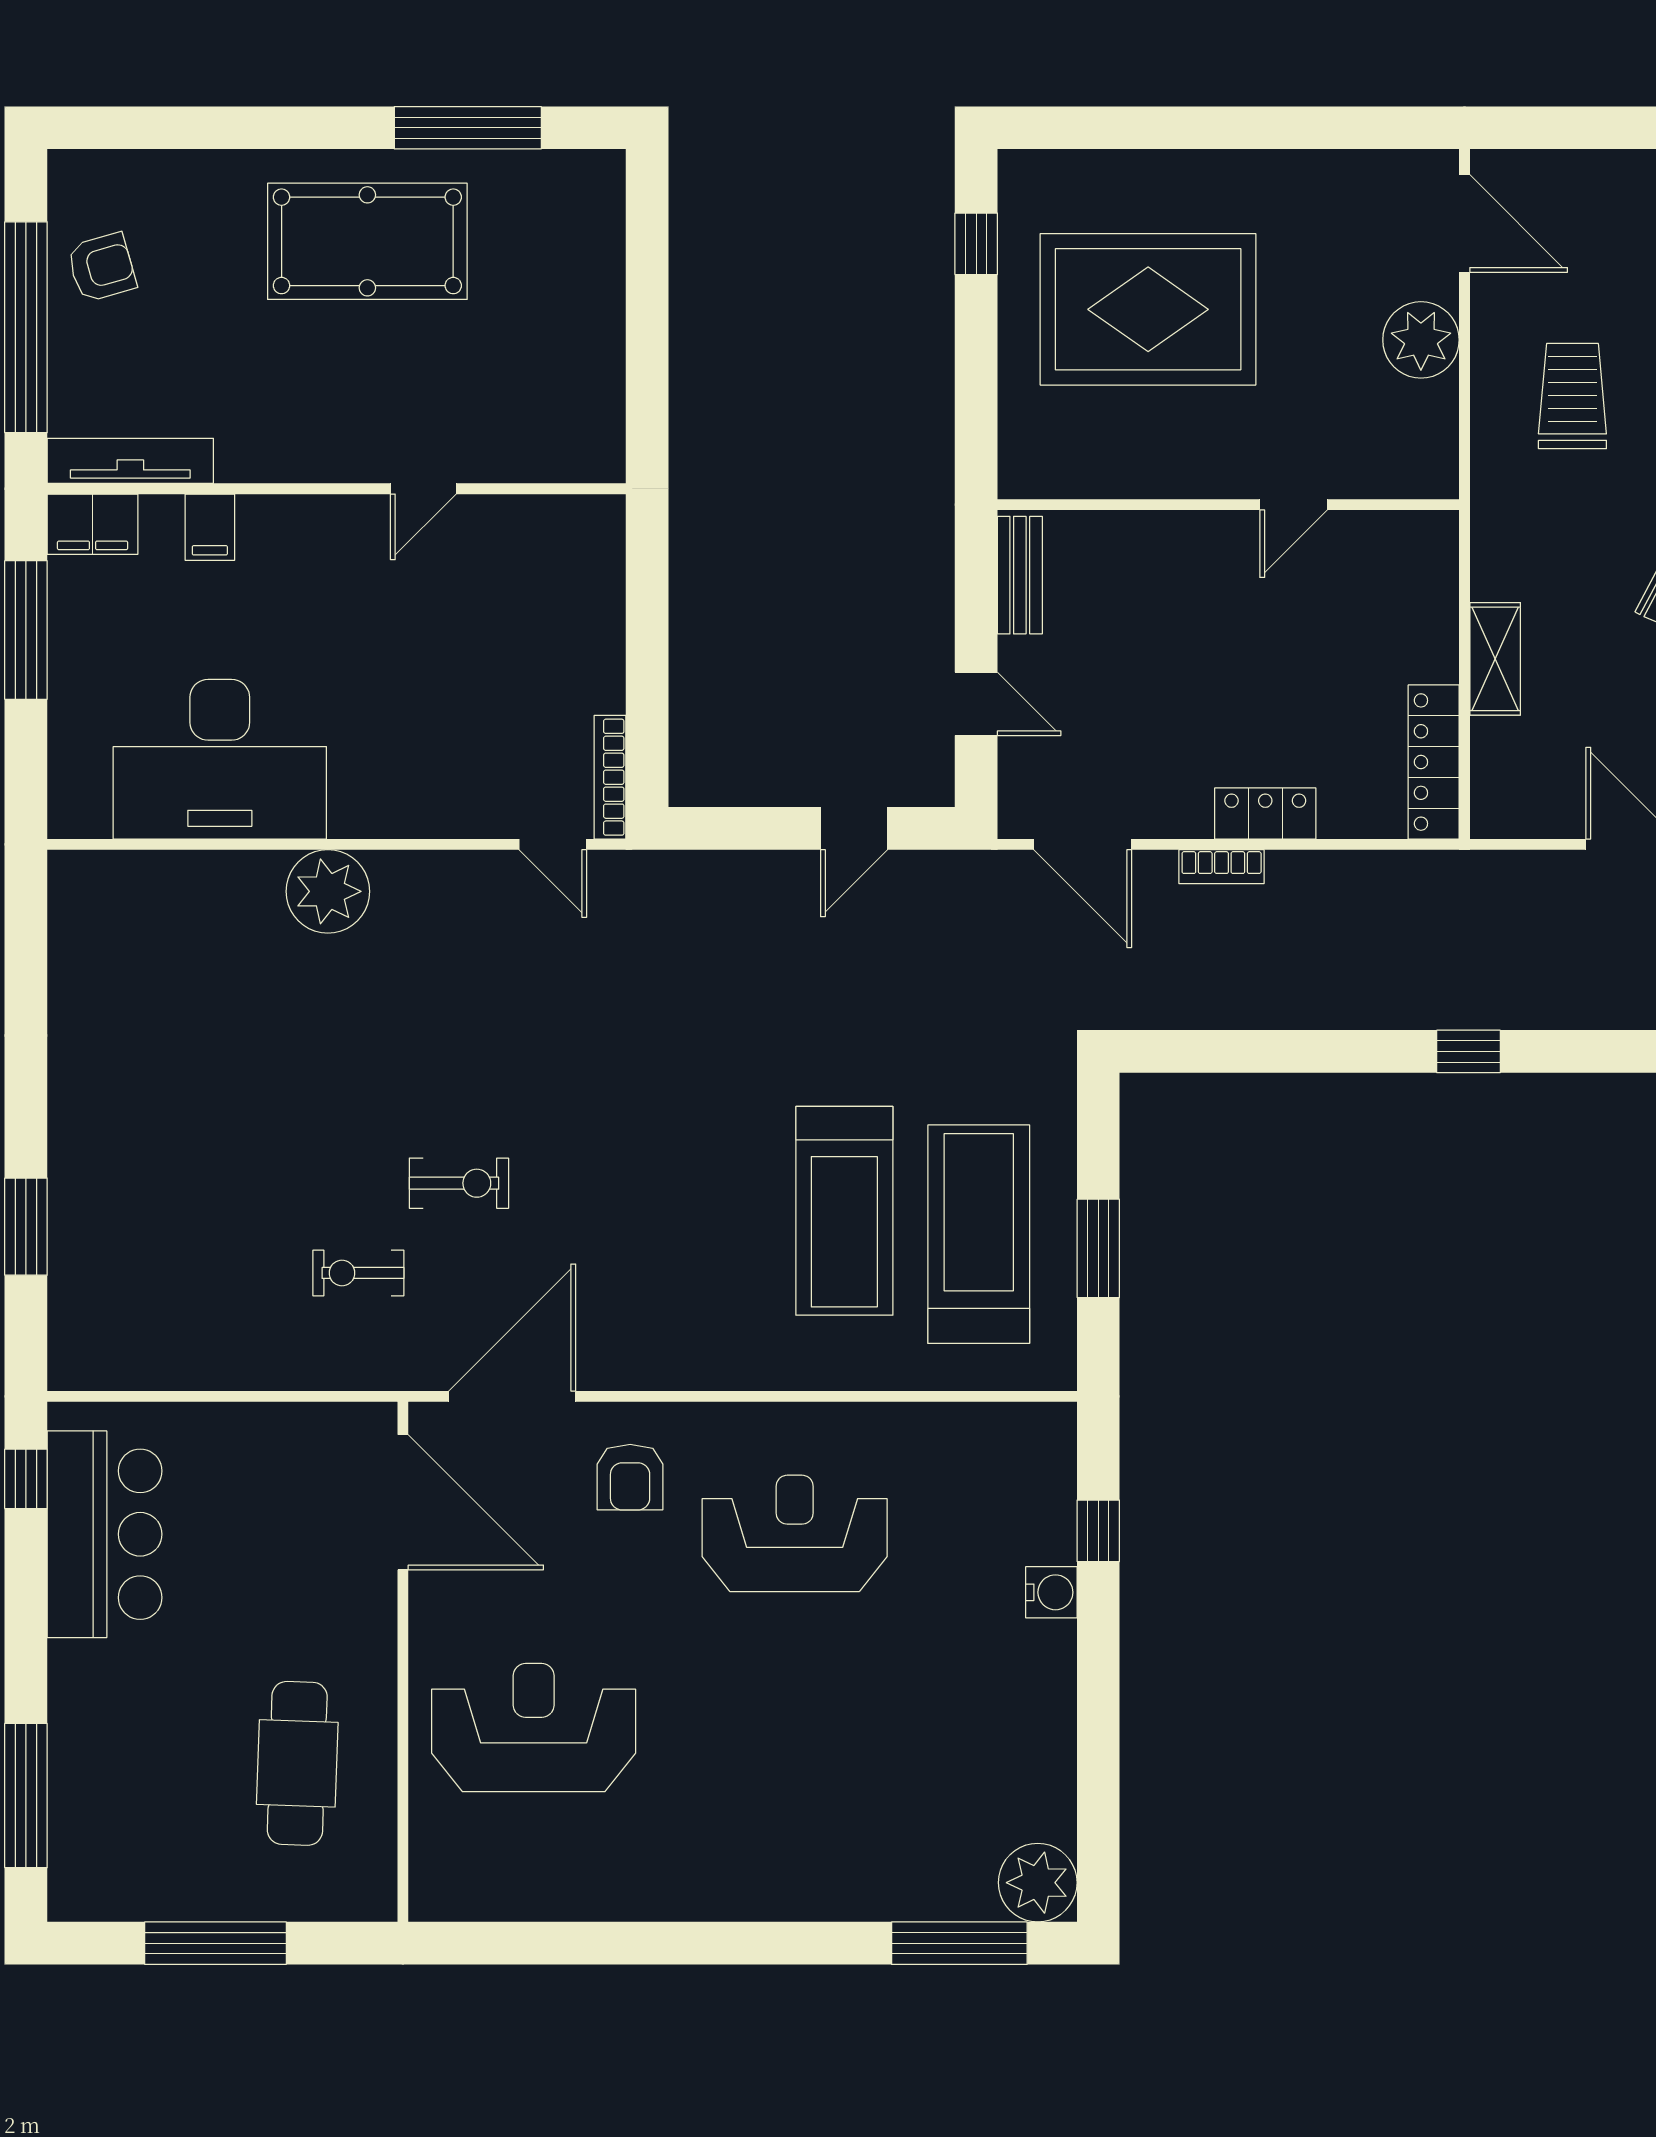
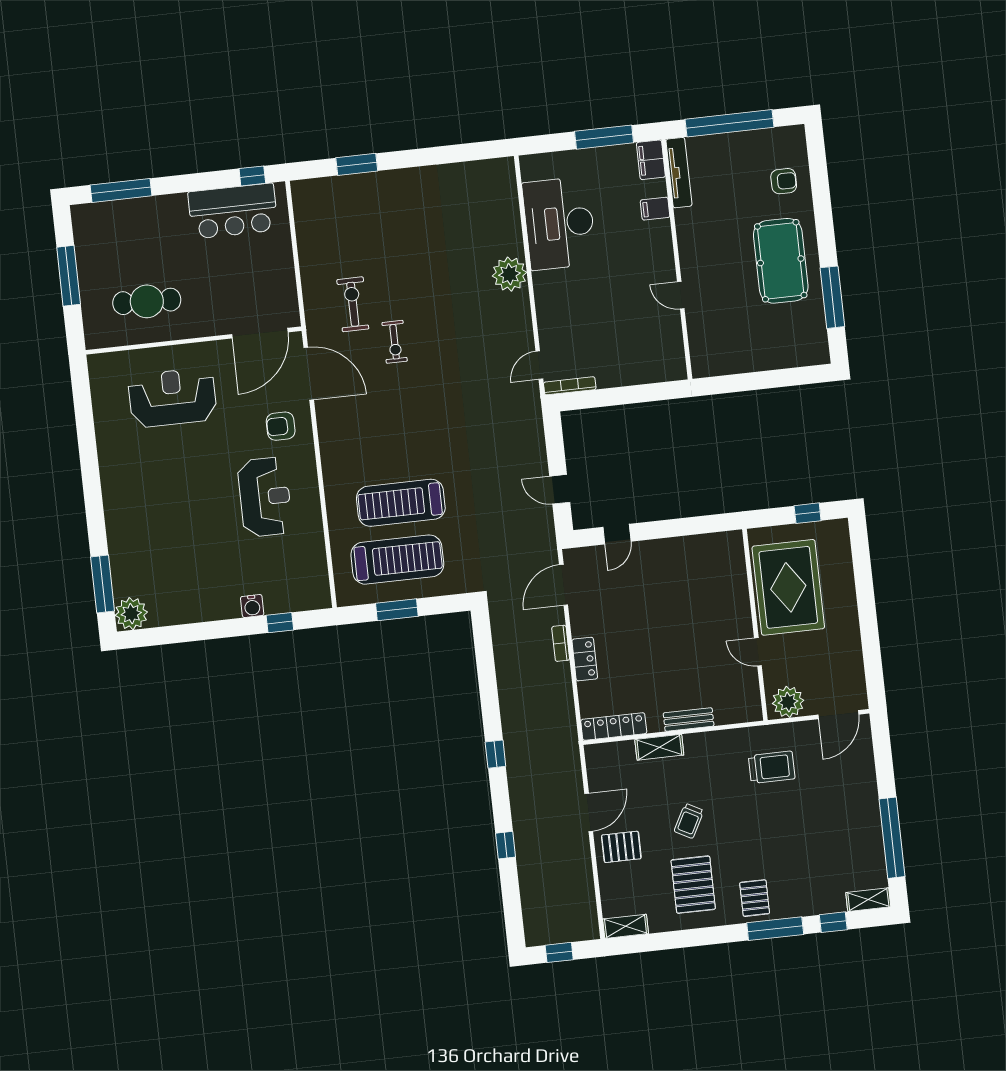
armchair: (102, 267) -> (784, 181), moved, turned -74
wall: (1228, 505) -> (755, 625), moved
door: (1294, 505) -> (758, 652), moved
bench: (1020, 575) -> (689, 719), moved
exercise bike: (358, 1273) -> (353, 304), width x1.38, depth x1.39
reception desk: (534, 1728) -> (172, 398), turned -90

